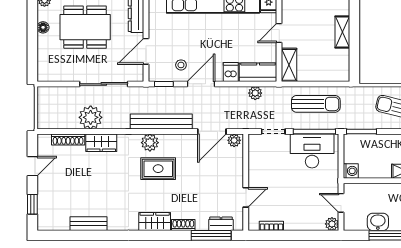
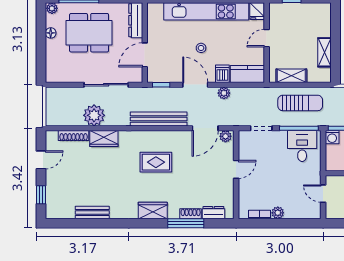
shelving: (342, 32) -> (324, 52), moved
stool: (181, 65) -> (201, 48), moved
shelving: (289, 65) -> (291, 76), moved, turned 90
door: (201, 84) -> (195, 85), hinge flipped
plant: (255, 93) -> (224, 93), moved
plant: (150, 143) -> (148, 138), removed
desk: (312, 151) -> (302, 146), width x0.73
washing machine: (351, 171) -> (332, 137), moved, turned 90
door: (246, 197) -> (236, 169), moved
plant: (332, 224) -> (278, 213), moved
shoe rack: (183, 225) -> (191, 214), moved
window: (211, 235) -> (186, 223), moved

